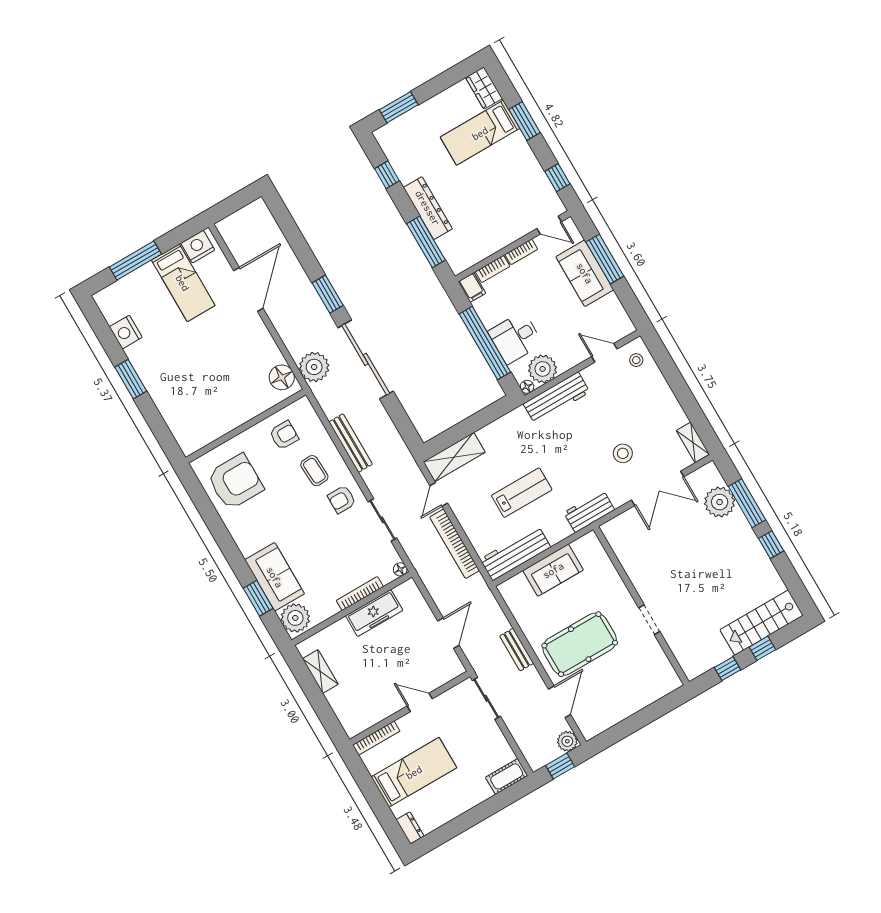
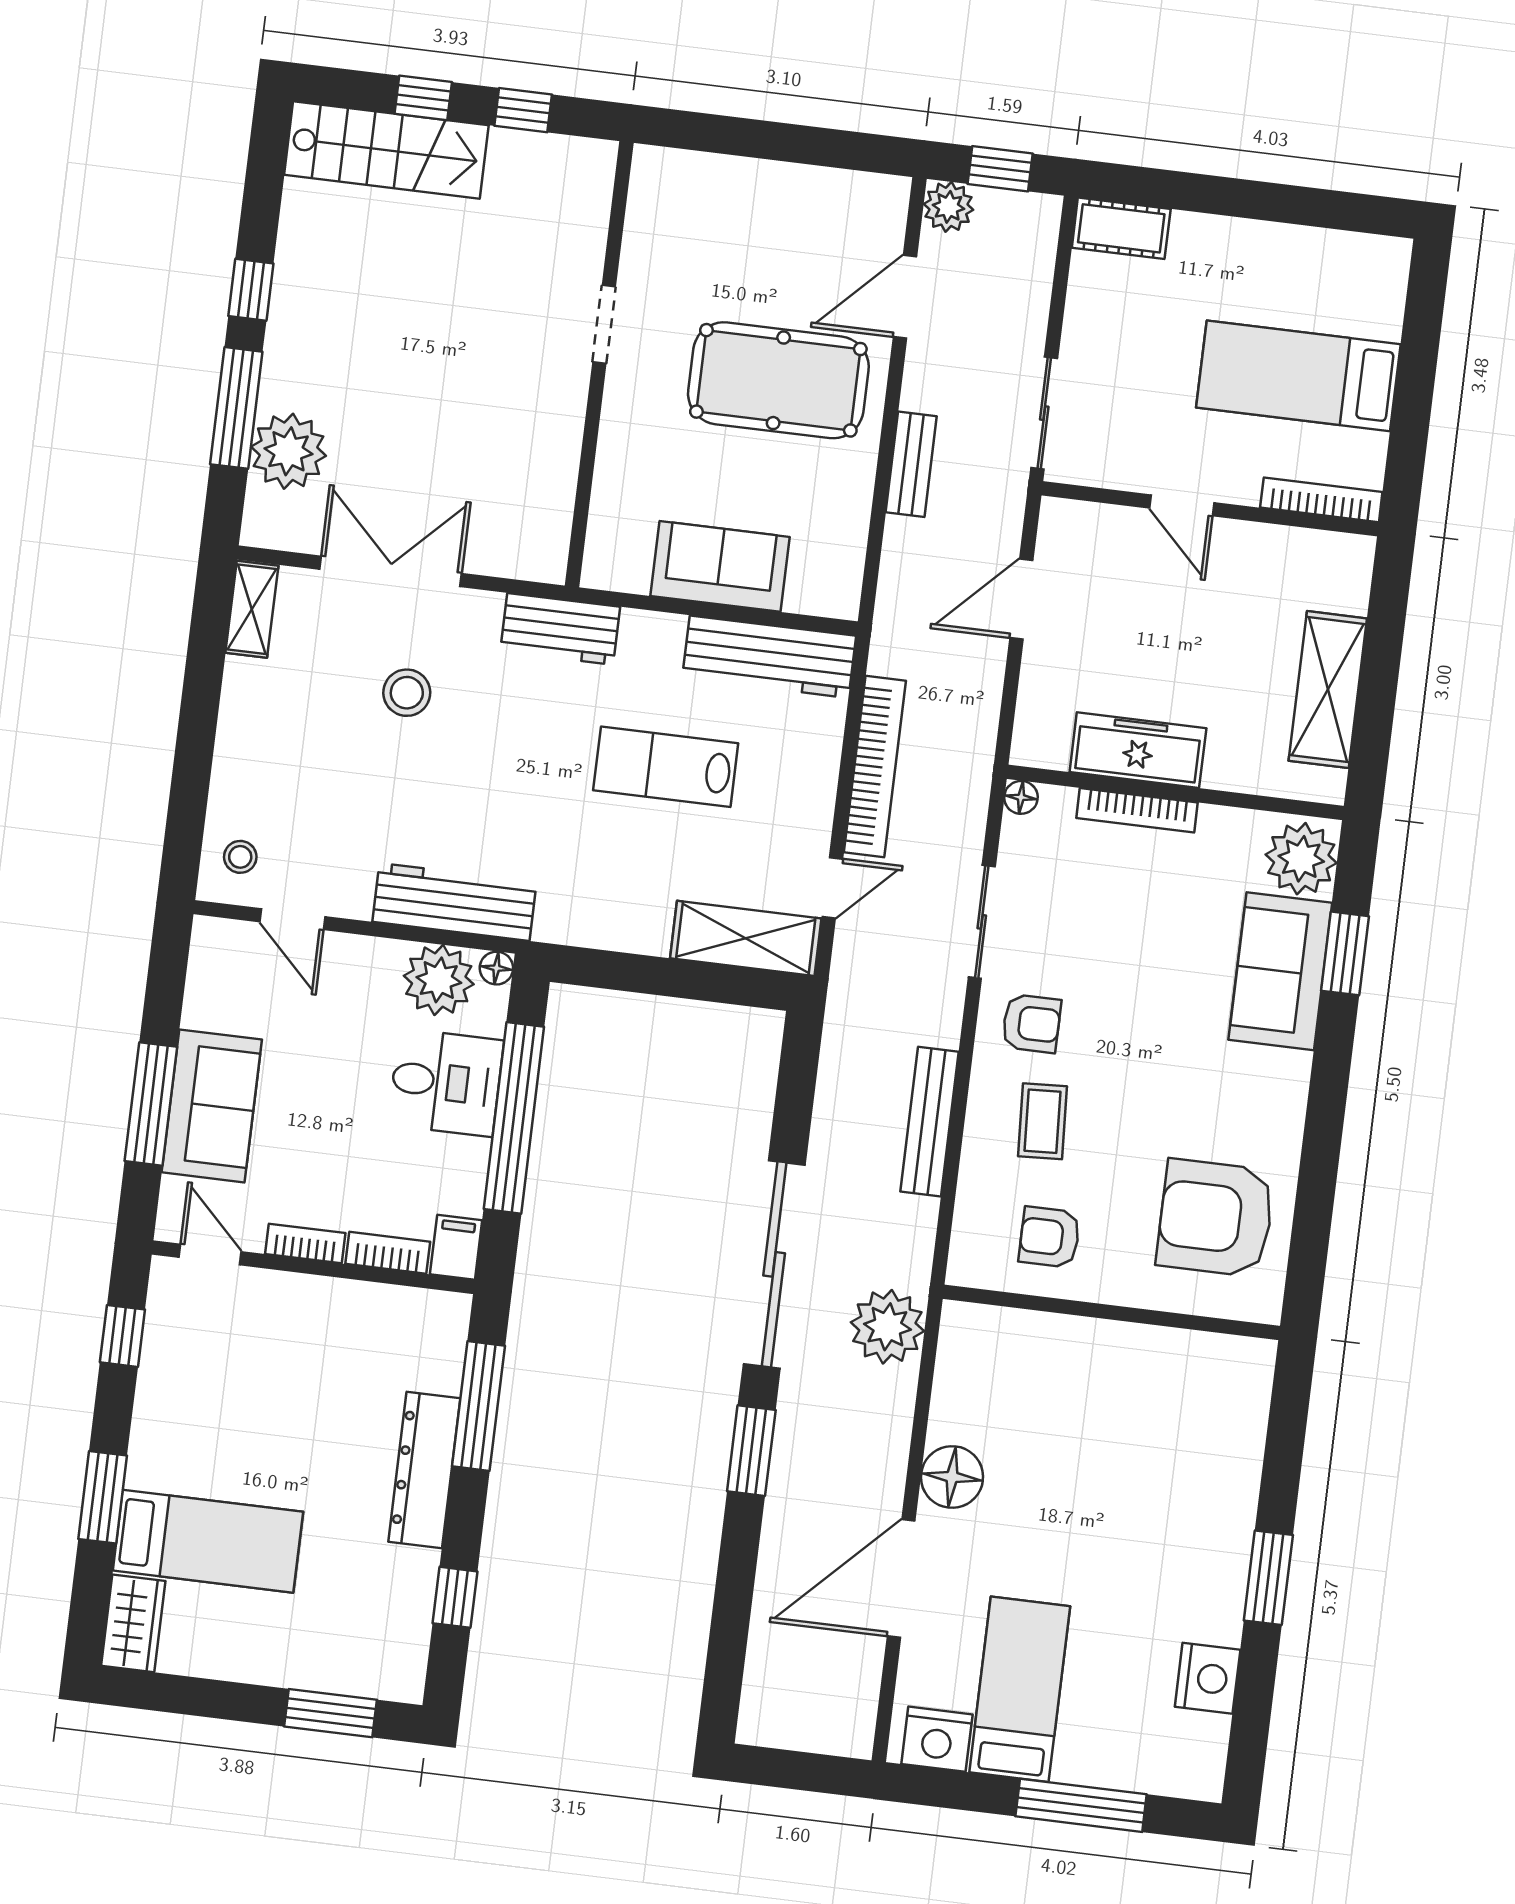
floor lamp: (282, 377) -> (952, 1477), moved
shelving: (320, 672) -> (1328, 690), width x1.50, depth x1.33
dresser: (410, 828) -> (1389, 271), removed

